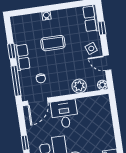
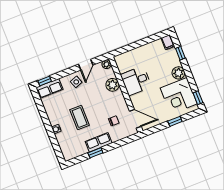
window: (102, 28) -> (45, 81), moved
window: (16, 81) -> (121, 143), removed
desk: (64, 114) -> (136, 81), moved

